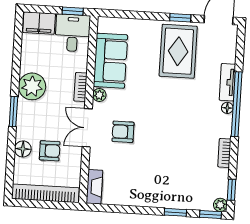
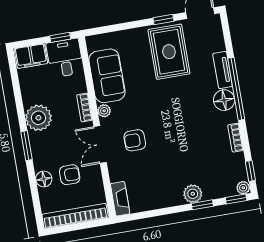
floor lamp: (227, 108) -> (224, 100), width x1.89, depth x1.89
plant: (168, 199) -> (193, 194), added

